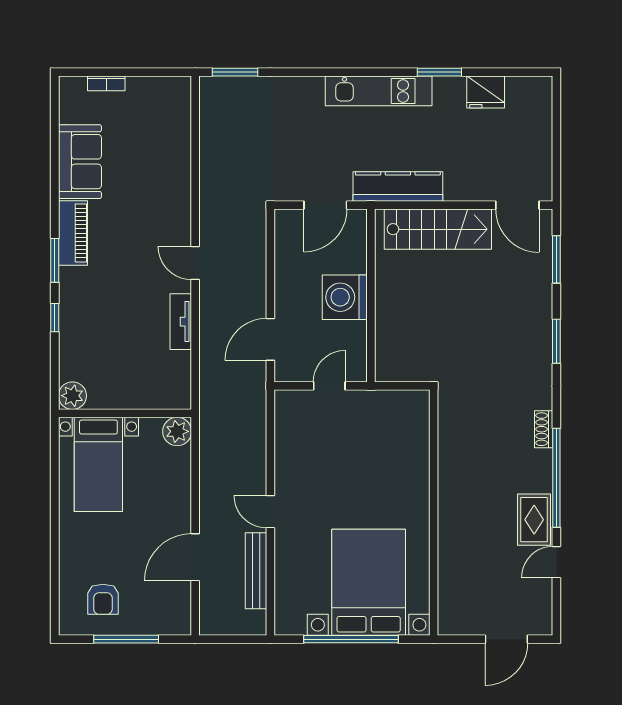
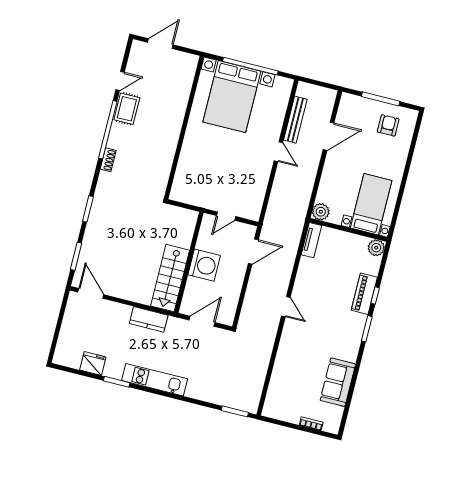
kitchen counter: (398, 187) -> (149, 319), width x0.67
stairs: (438, 229) -> (170, 278), moved, turned -90
piano: (73, 233) -> (364, 294), moved
tv unit: (181, 322) -> (311, 240), moved

